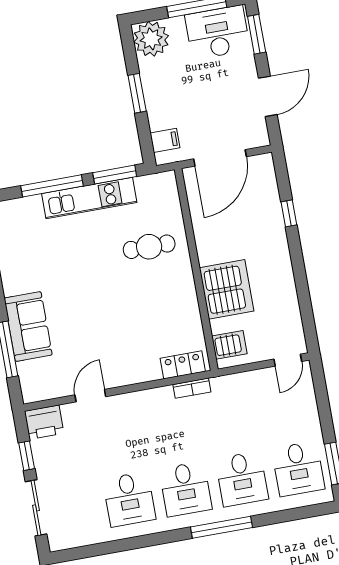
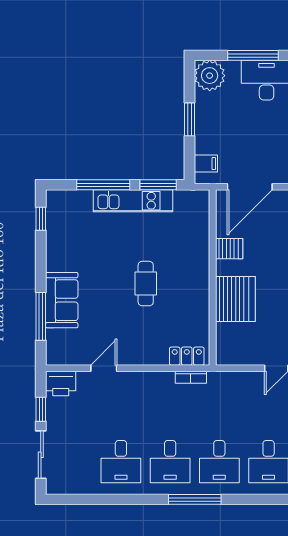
cafe table: (149, 247) -> (146, 284), moved, turned 90
server rack: (229, 345) -> (229, 249), moved

